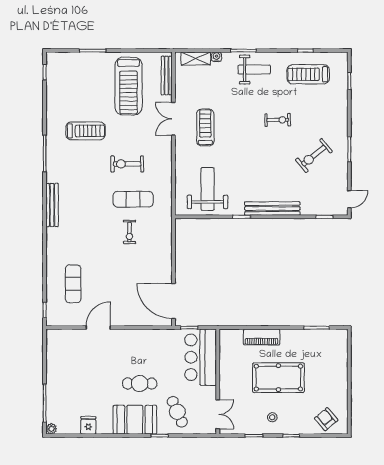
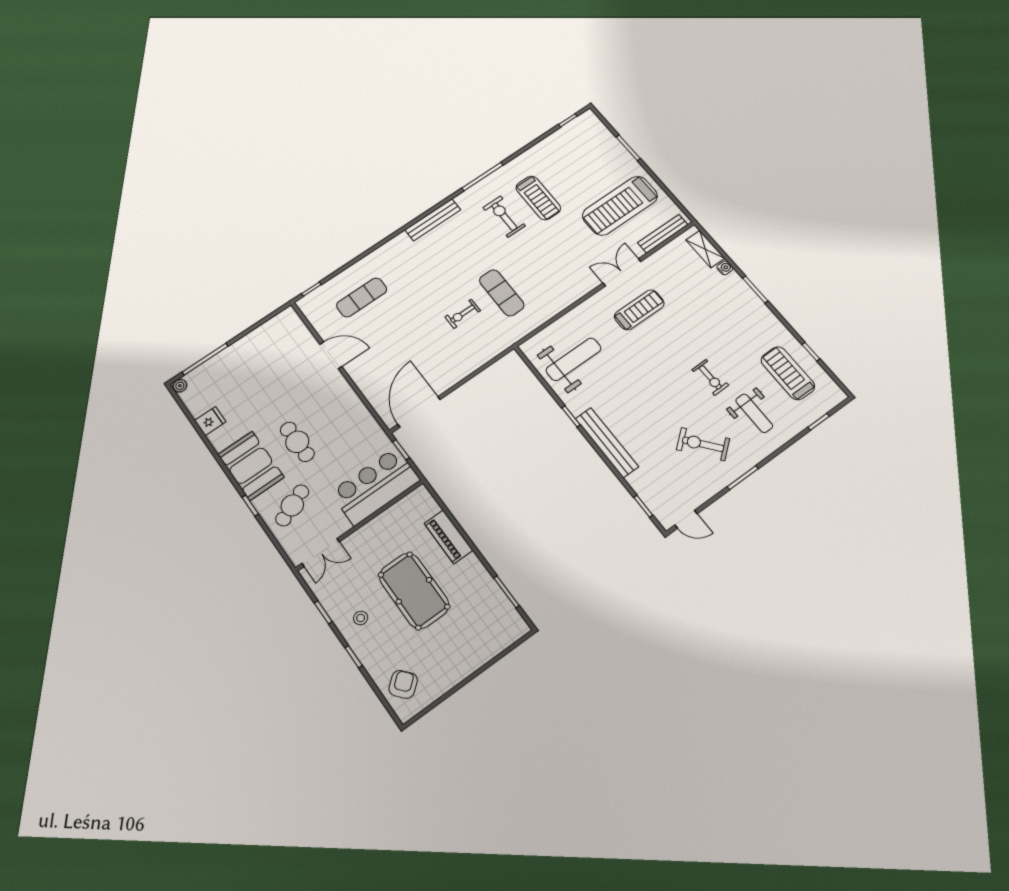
weight bench: (254, 70) -> (754, 413), moved
exercise bike: (127, 164) -> (504, 217), moved

